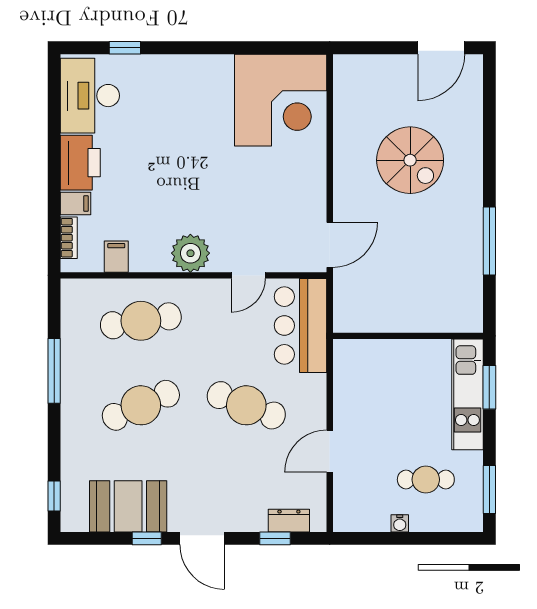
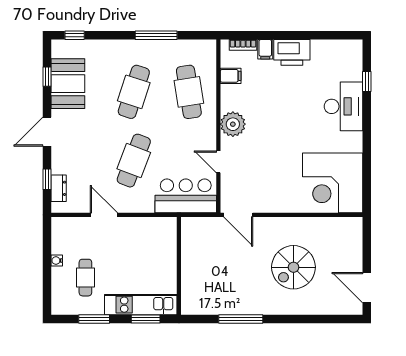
desk: (90, 96) -> (343, 106), moved, turned 90
cafe table: (141, 405) -> (134, 92), turned 42
window: (489, 489) -> (94, 319), moved
window: (147, 538) -> (47, 77), moved

